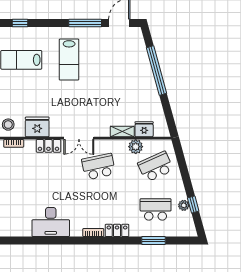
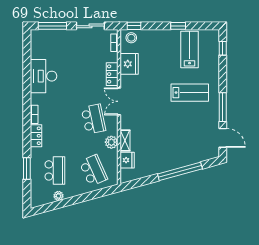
lab bench: (69, 60) -> (190, 93), turned 180
plant: (136, 147) -> (111, 142), moved
window: (193, 205) -> (59, 204), removed

